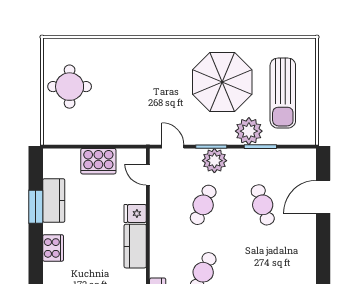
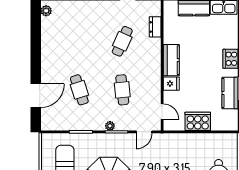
plant: (249, 131) -> (89, 143), removed
door: (173, 147) -> (144, 132), hinge flipped
plant: (214, 161) -> (110, 126), width x0.53, depth x0.53
cafe table: (203, 205) -> (122, 90), turned -30

